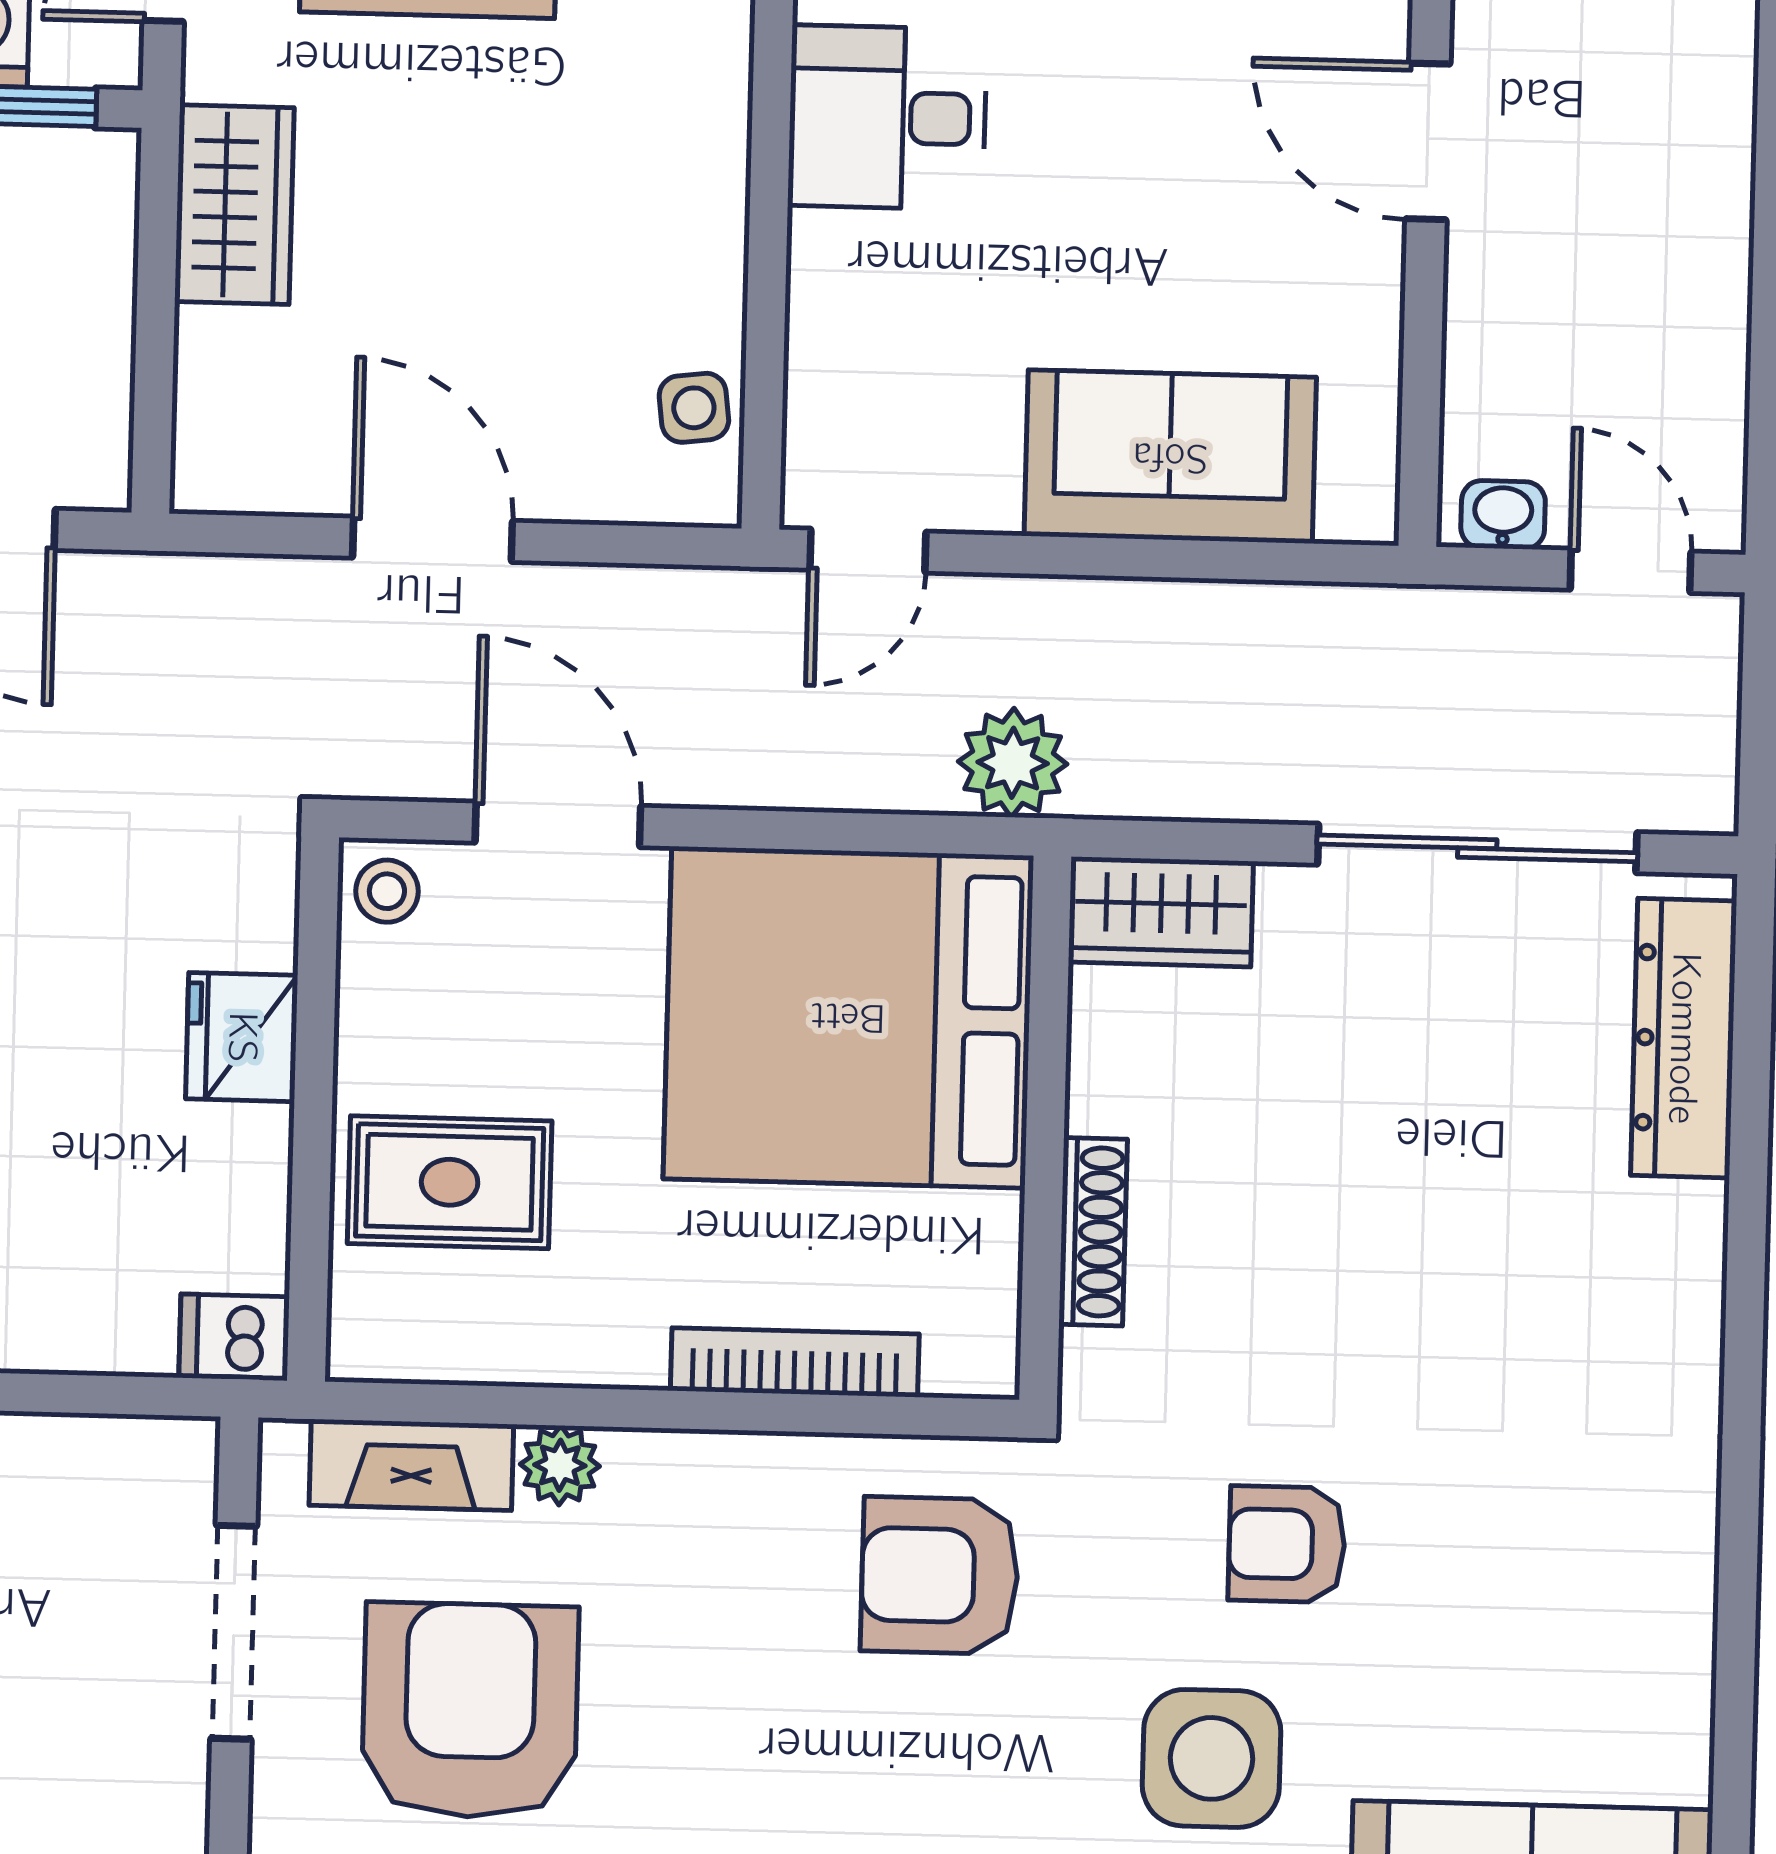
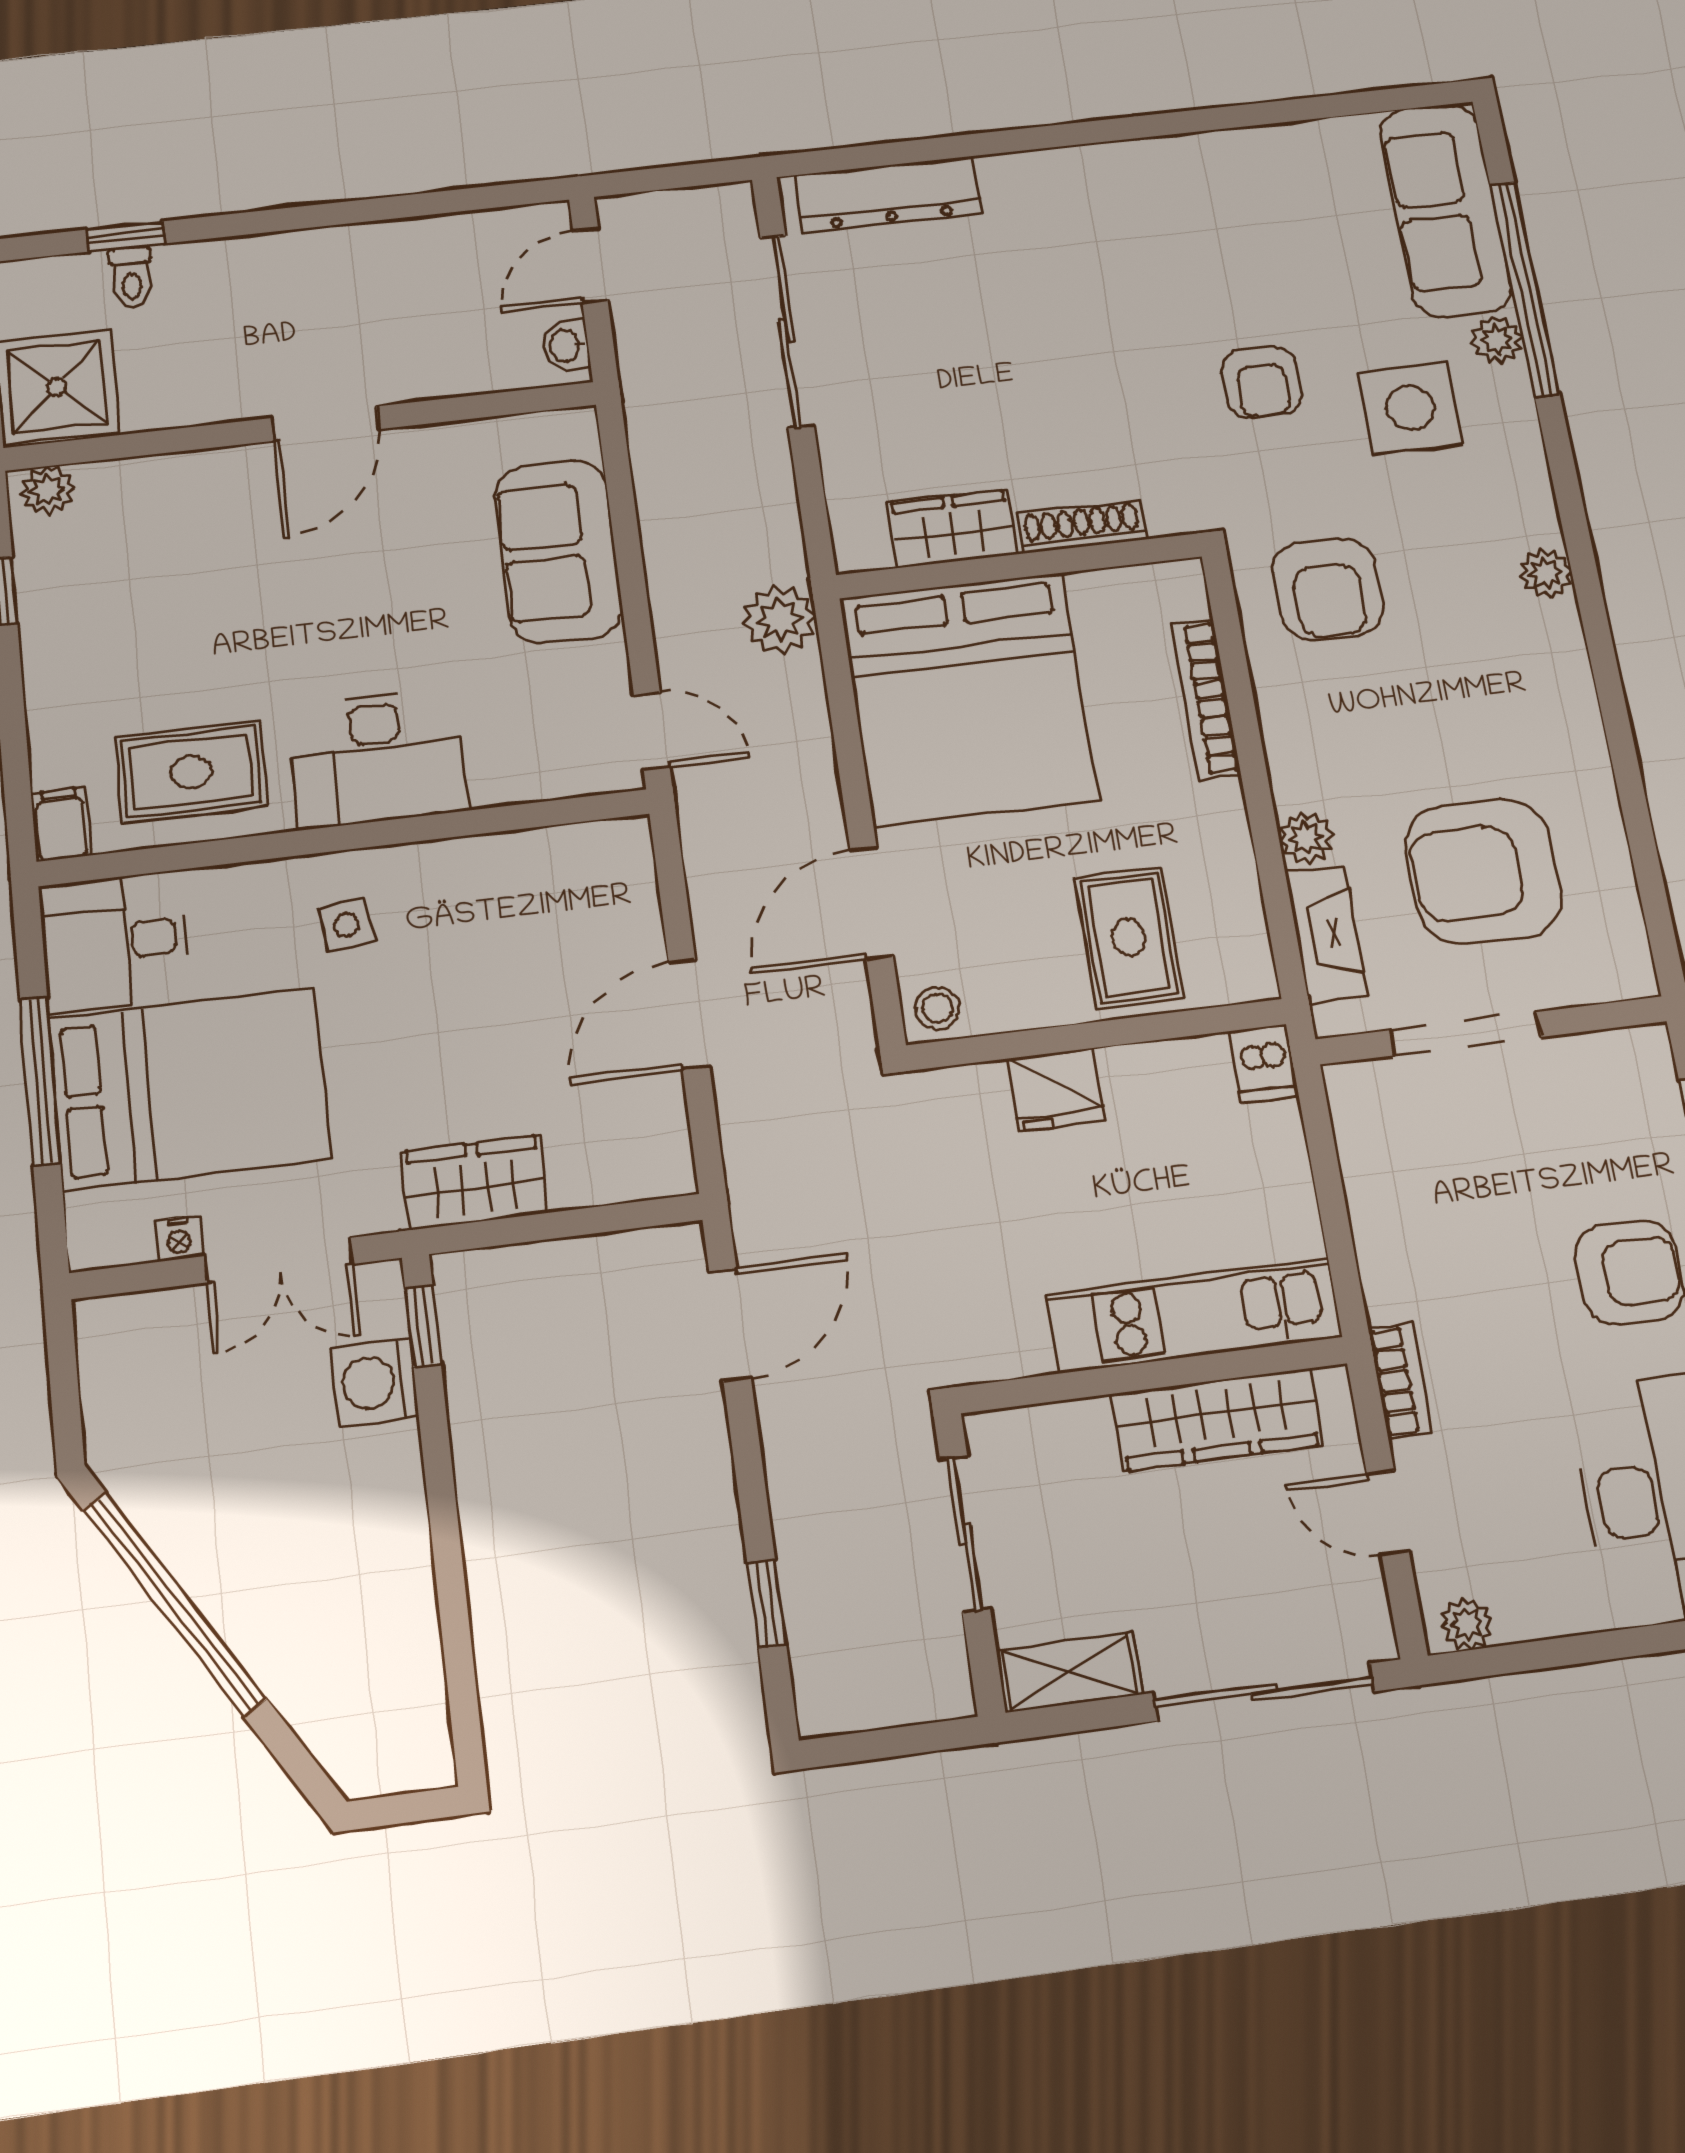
desk: (887, 118) -> (378, 758), width x1.37
side table: (694, 408) -> (347, 925), moved
wardrobe: (1161, 912) -> (952, 529), moved, turned -90

